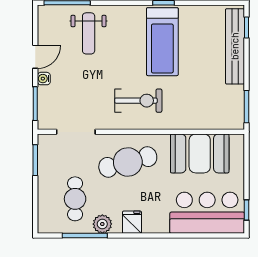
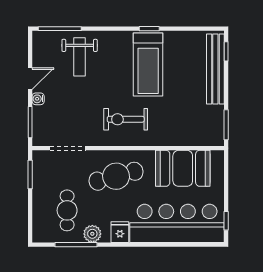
exercise bike: (138, 101) -> (126, 119), turned 180
bar counter: (207, 213) -> (177, 223), width x1.36

